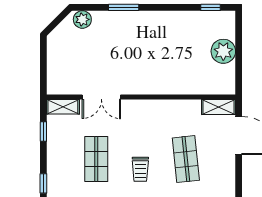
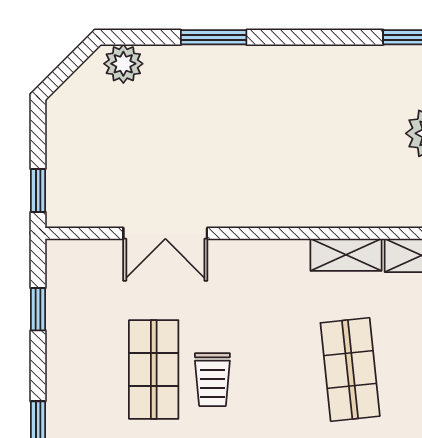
window: (43, 77) -> (38, 190), added
shelving: (63, 107) -> (346, 255), moved
trolley: (140, 169) -> (212, 380), moved

